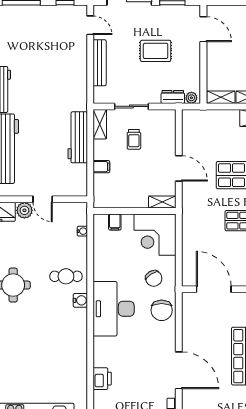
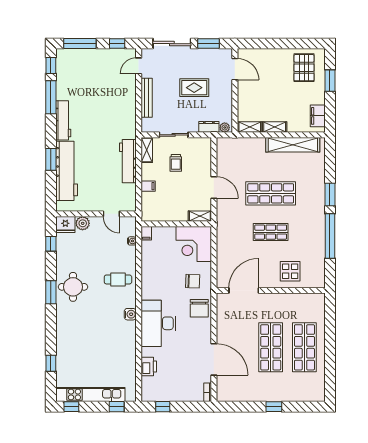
door: (90, 25) -> (139, 66), swing flipped
door: (43, 199) -> (111, 214), moved
filing cabinet: (115, 222) -> (146, 233), moved
chair: (154, 278) -> (193, 281), turned -56
door: (214, 289) -> (244, 290), hinge flipped
water cooler: (80, 300) -> (130, 314), moved
desk: (114, 309) -> (158, 323), moved

